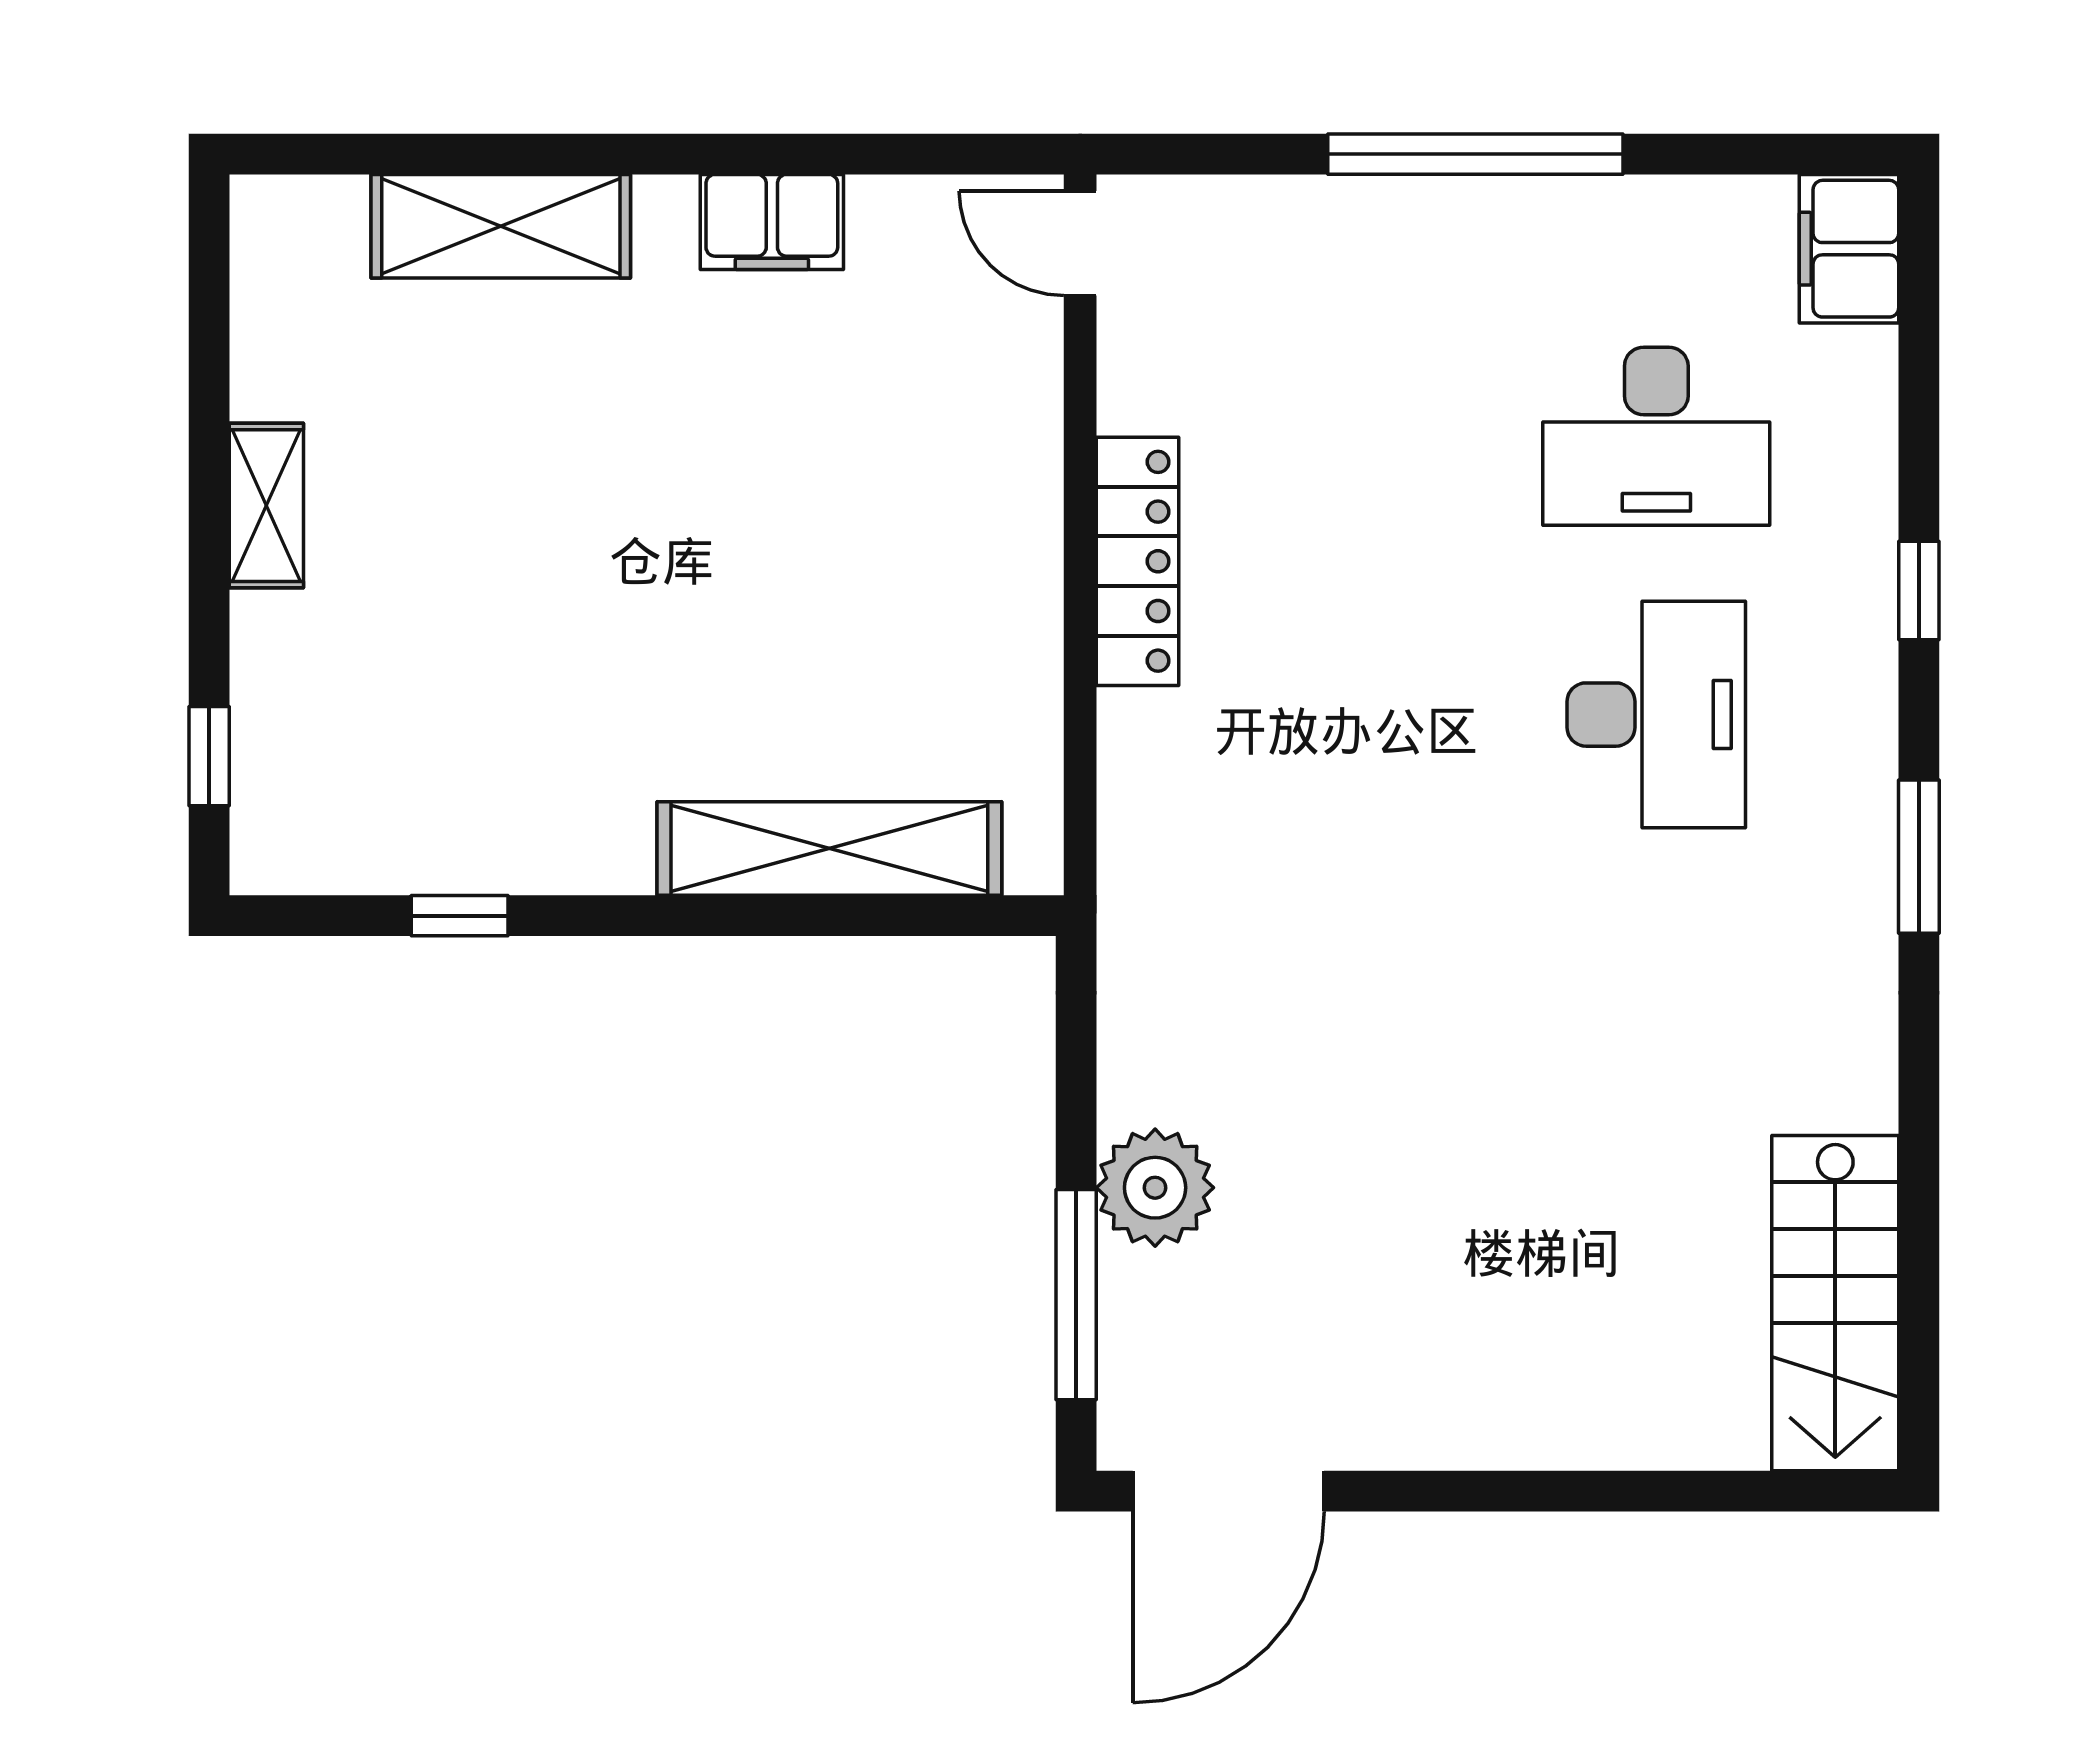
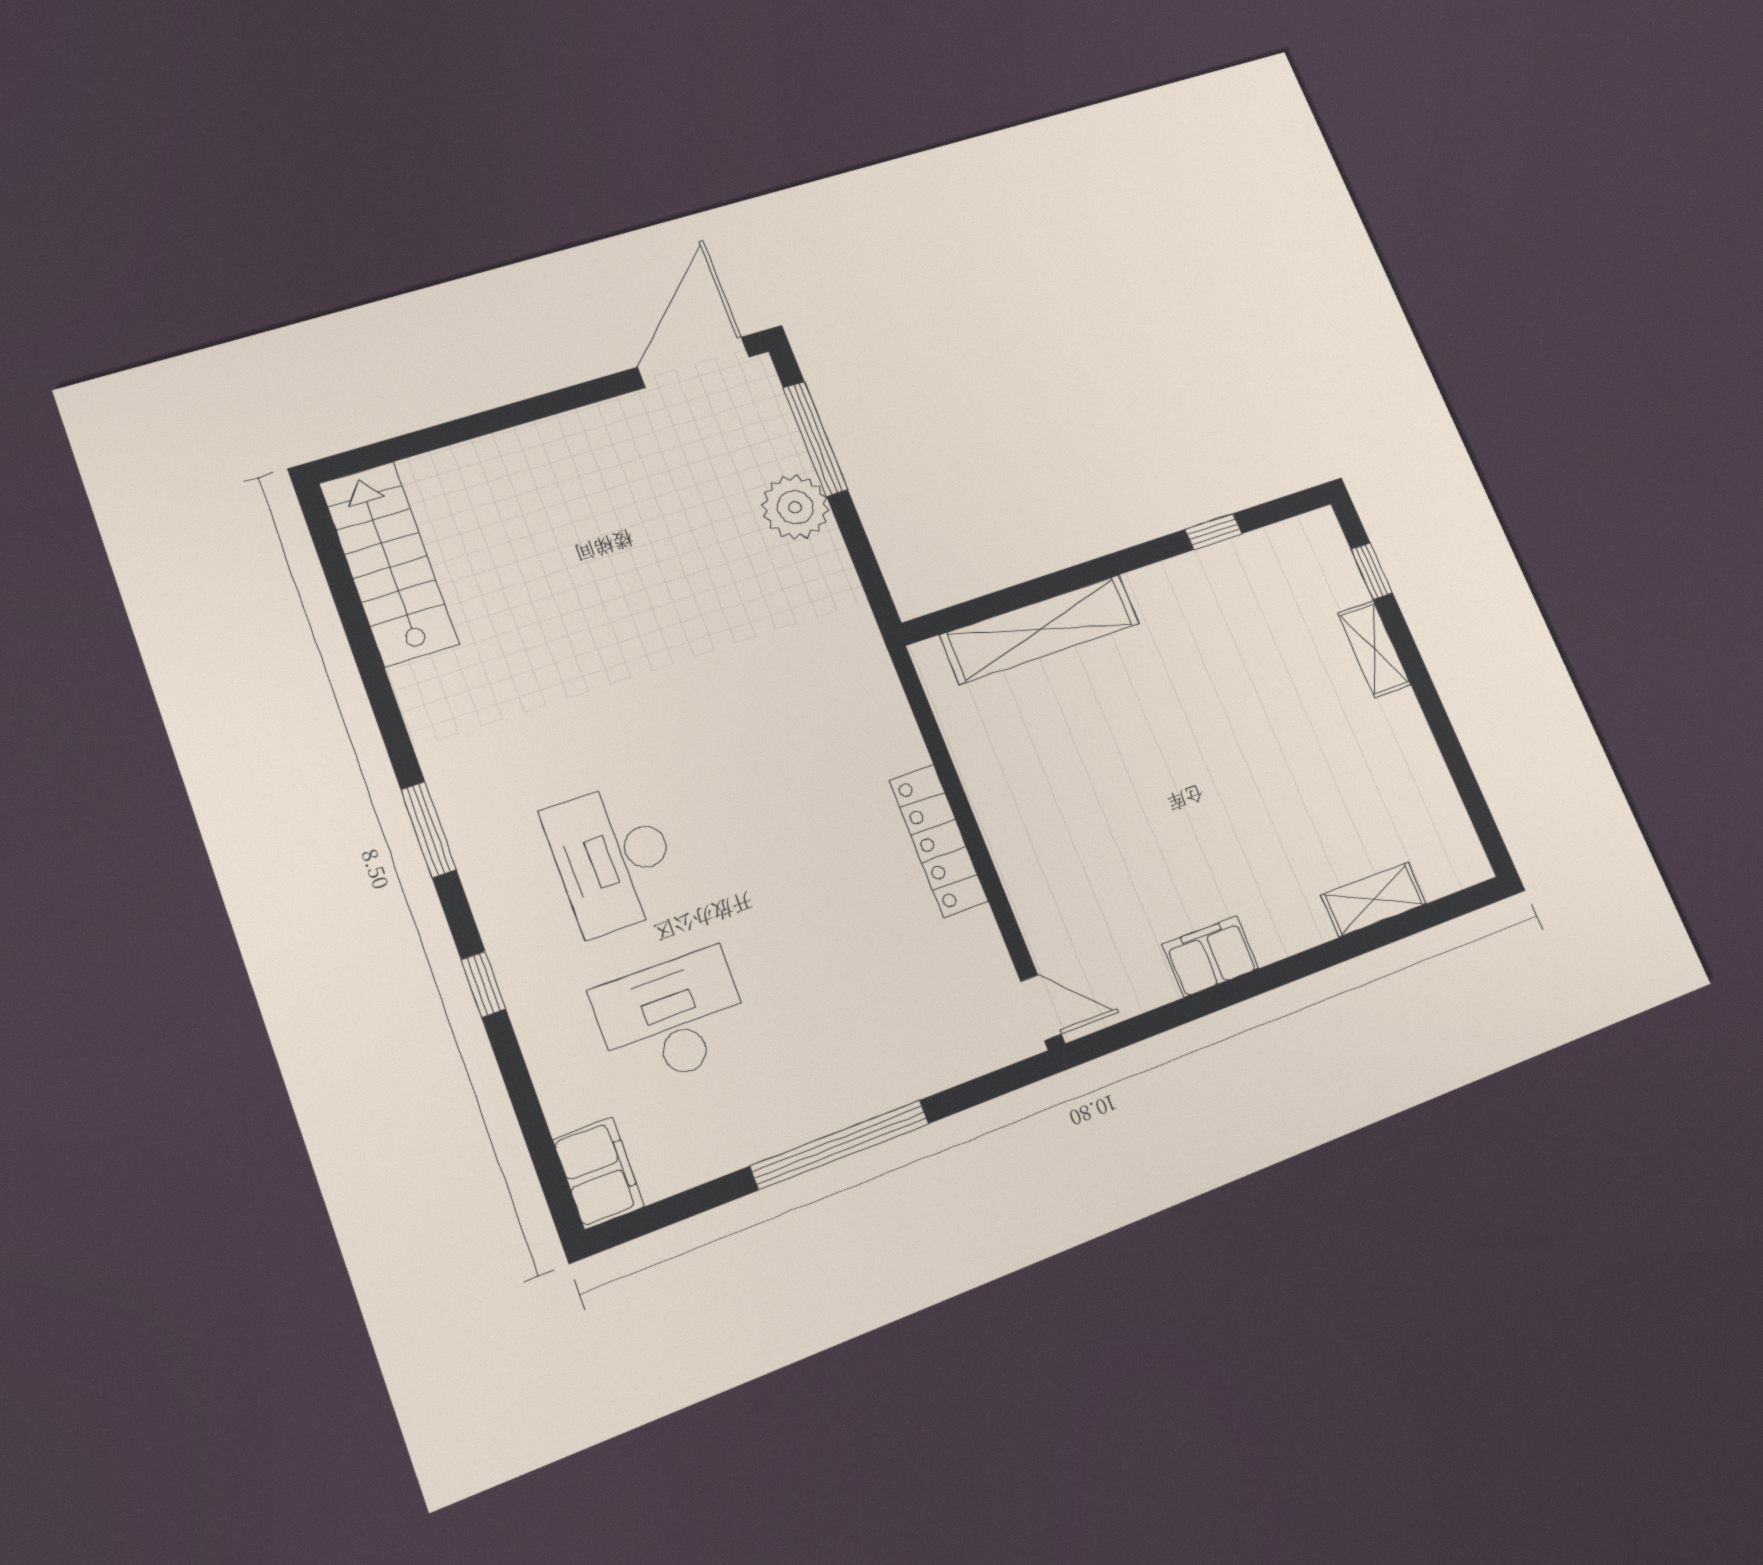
shelving: (501, 226) -> (1374, 899), width x0.67, depth x0.75
shelving: (266, 506) -> (1374, 649), moved

